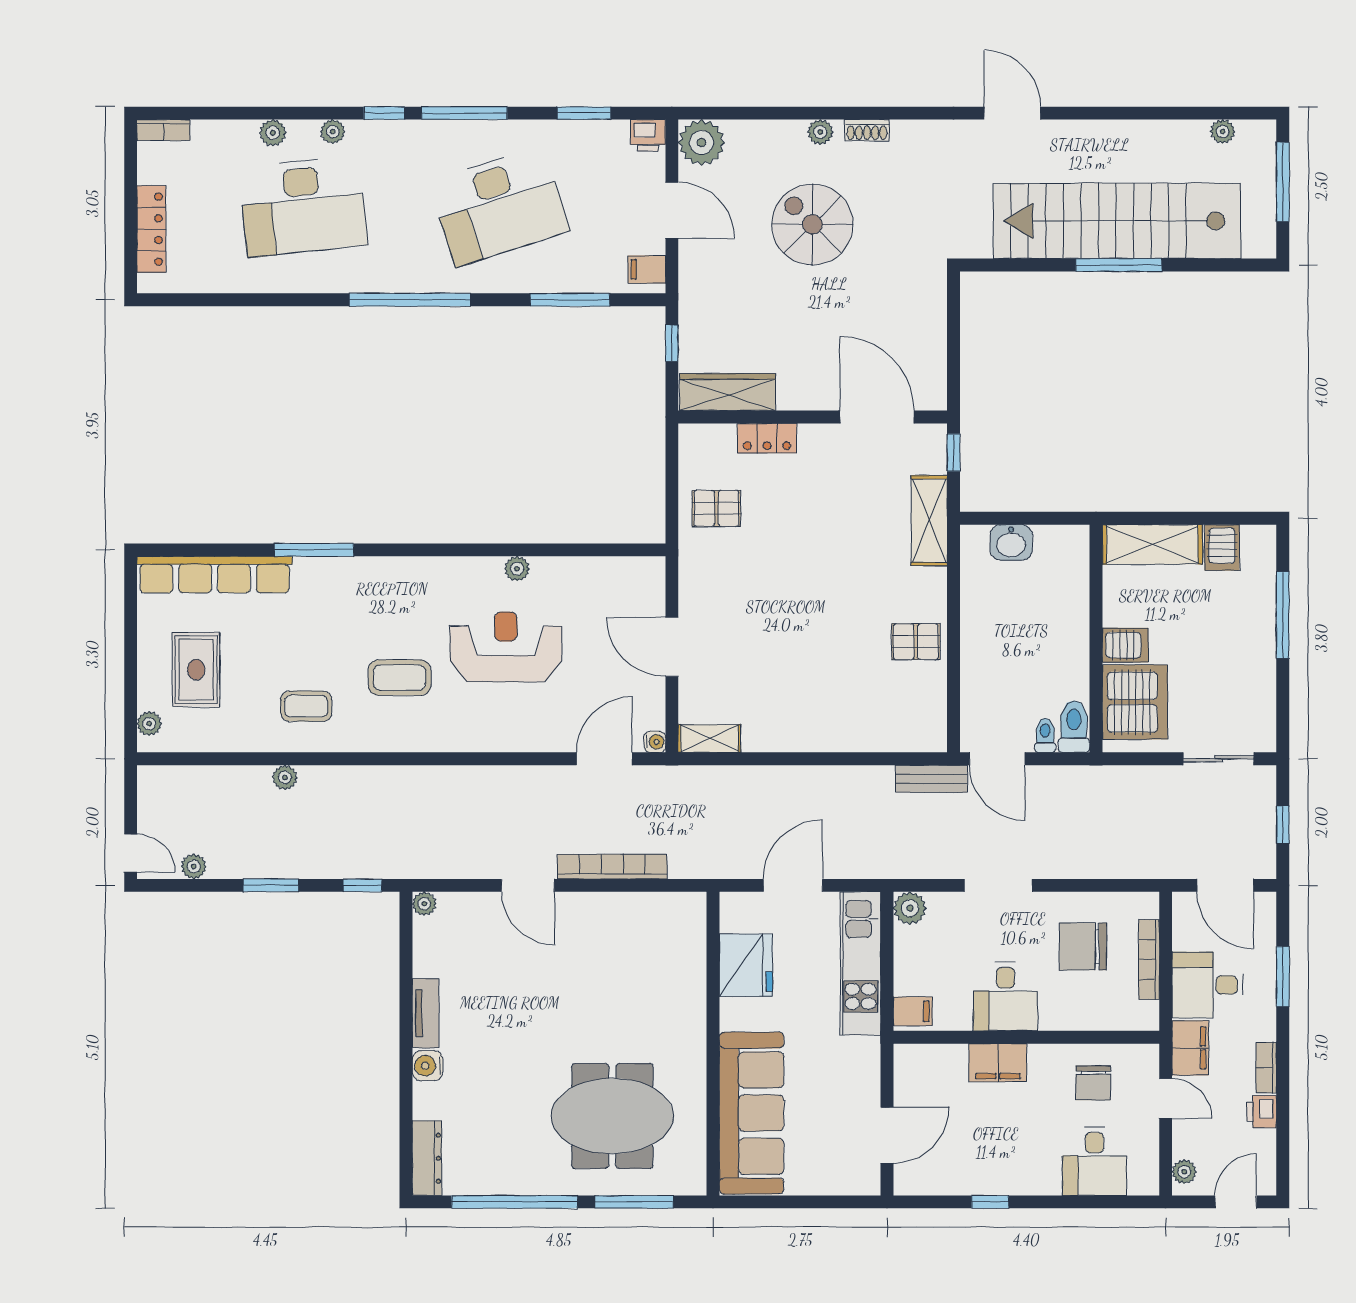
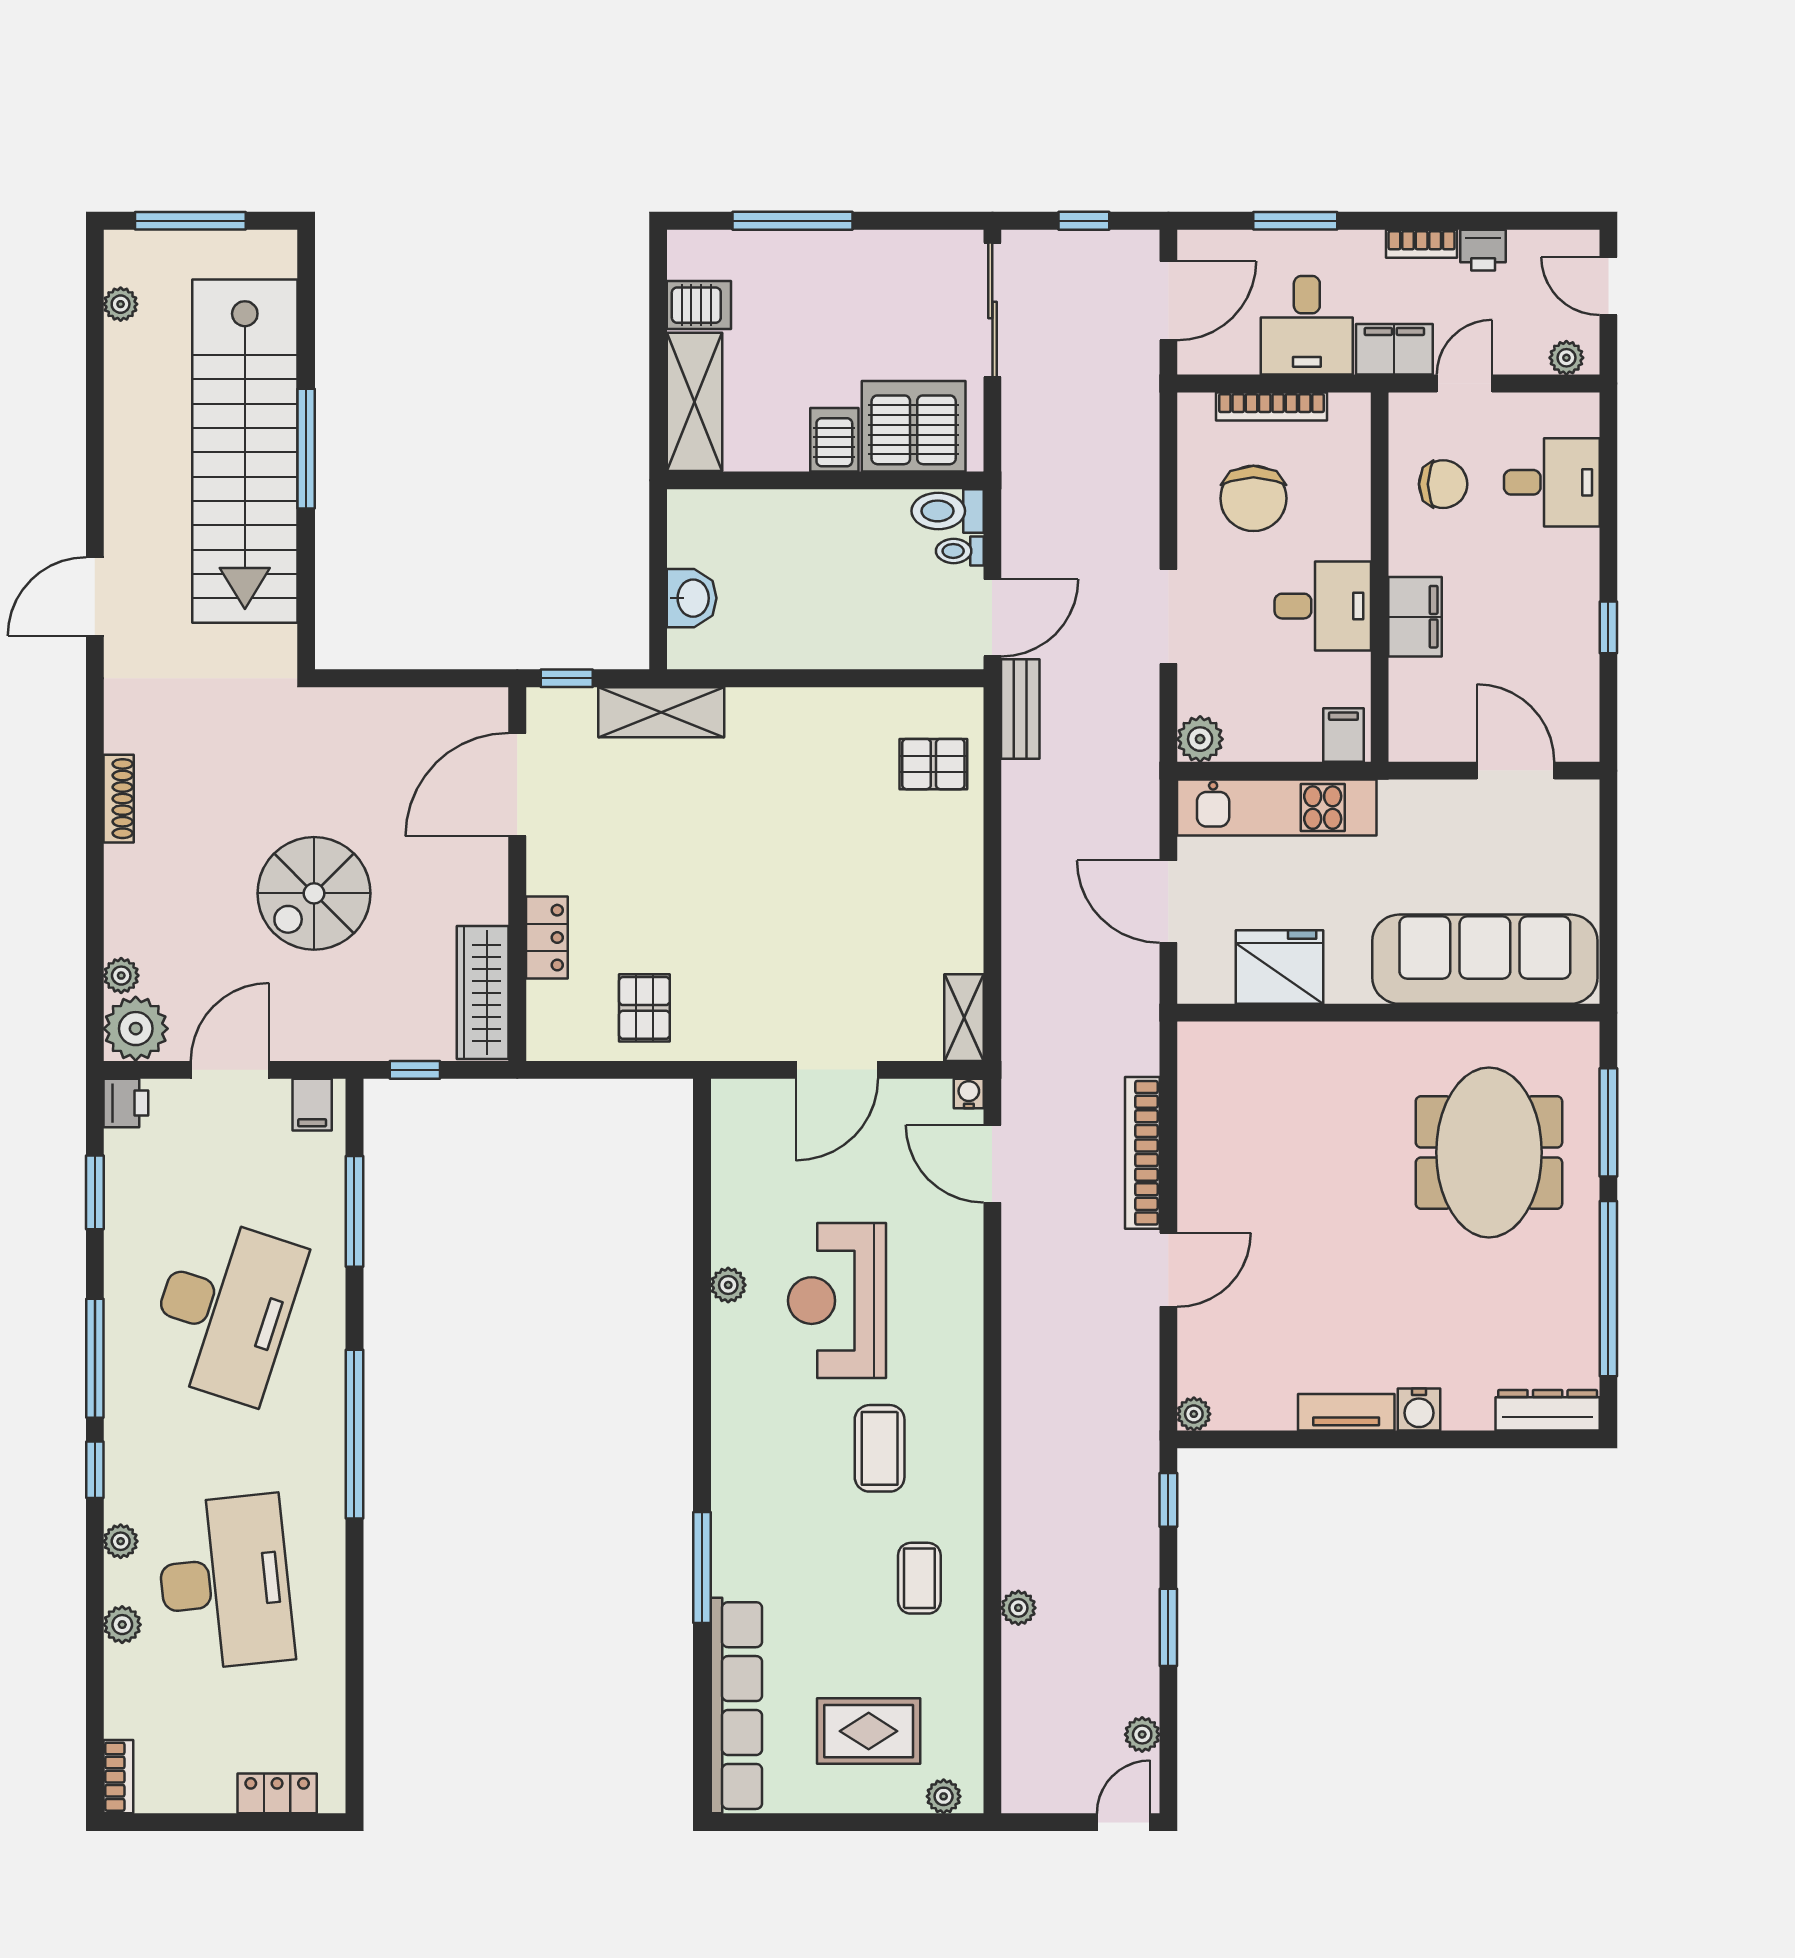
shoe rack: (867, 130) -> (119, 799), width x1.43
plant: (820, 132) -> (121, 976), moved
desk: (499, 206) -> (225, 1310), turned 36
spiral stairs: (812, 224) -> (314, 893), moved
locker: (151, 229) -> (277, 1793), width x0.66
pallet: (916, 642) -> (933, 764), moved, turned 90
sliding door: (1219, 759) -> (992, 310), width x1.37

